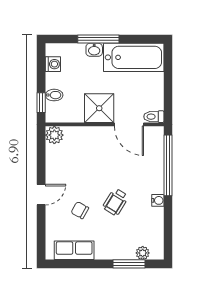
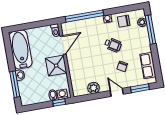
window: (98, 39) -> (15, 84), moved
washing machine: (53, 64) -> (62, 94), moved
plant: (54, 135) -> (94, 88), moved
chair: (149, 225) -> (124, 21), added
window: (41, 232) -> (140, 88), added
window: (129, 264) -> (150, 30), width x1.44

